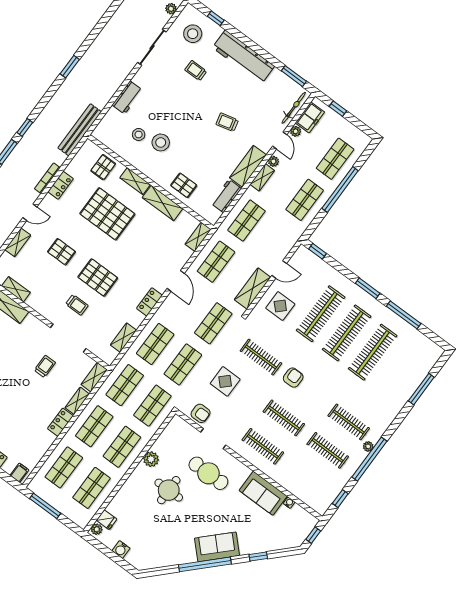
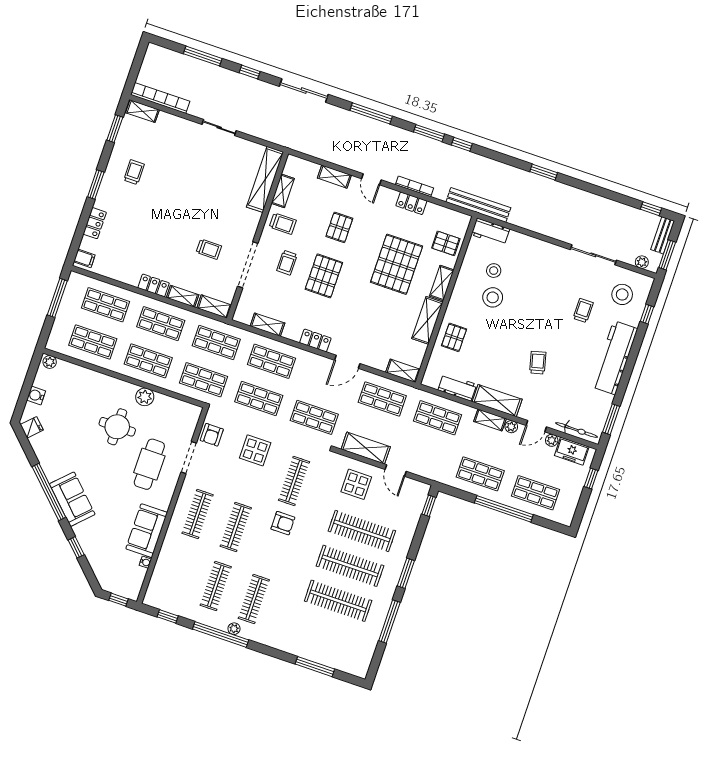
workbench: (127, 97) -> (490, 232), moved
trolley: (43, 298) -> (283, 224), added
fridge: (107, 520) -> (32, 427), moved, turned -135

